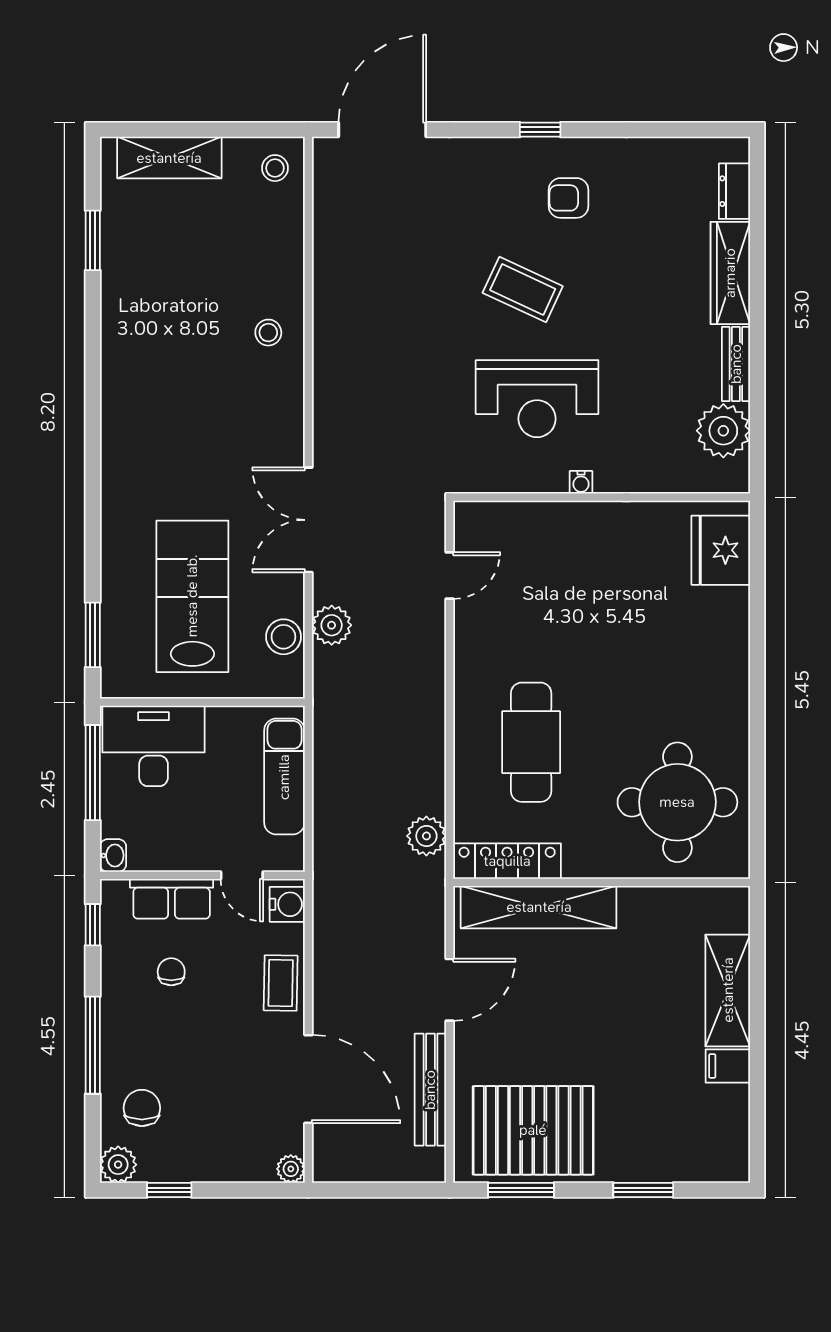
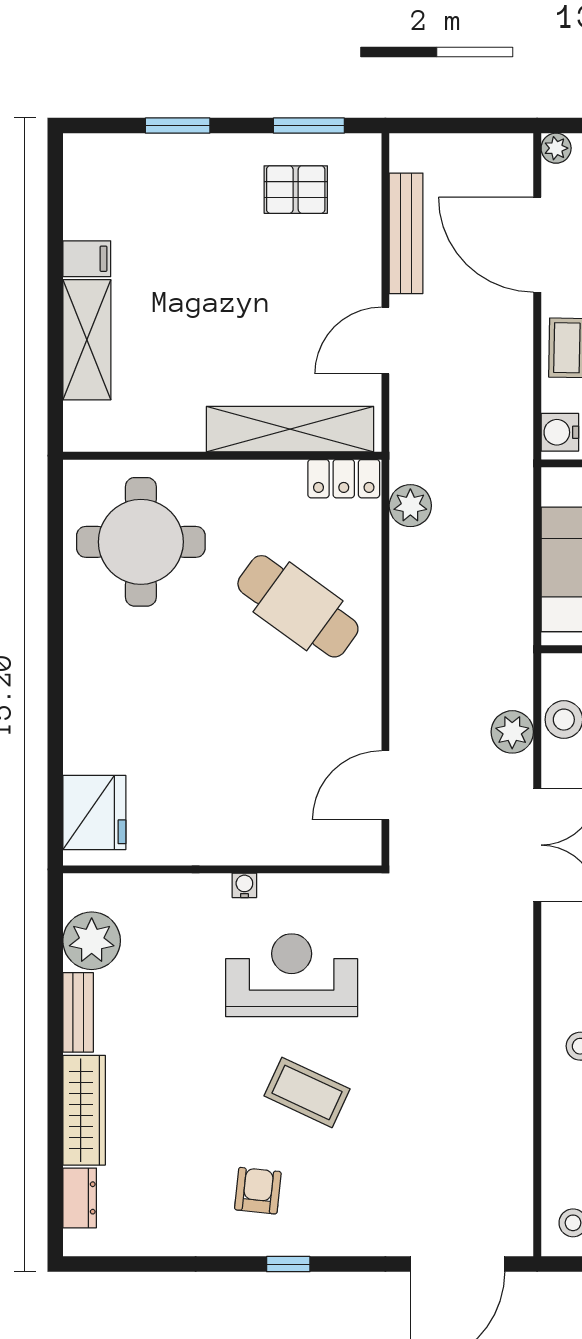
armchair: (568, 198) -> (258, 1191), turned -84
door: (450, 576) -> (385, 785), width x1.38
cafe table: (531, 742) -> (298, 606), turned -54
locker: (507, 861) -> (344, 479), width x0.66
pallet: (533, 1130) -> (296, 190), width x0.49, depth x0.50

